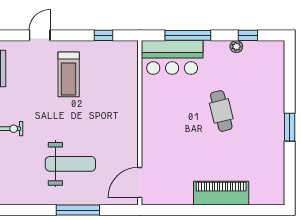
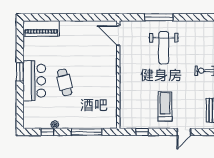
bar counter: (172, 57) -> (34, 81), moved, turned 90
weight bench: (70, 164) -> (164, 48), turned -90
door: (140, 182) -> (118, 35), swing flipped
piano: (221, 193) -> (41, 28), moved

